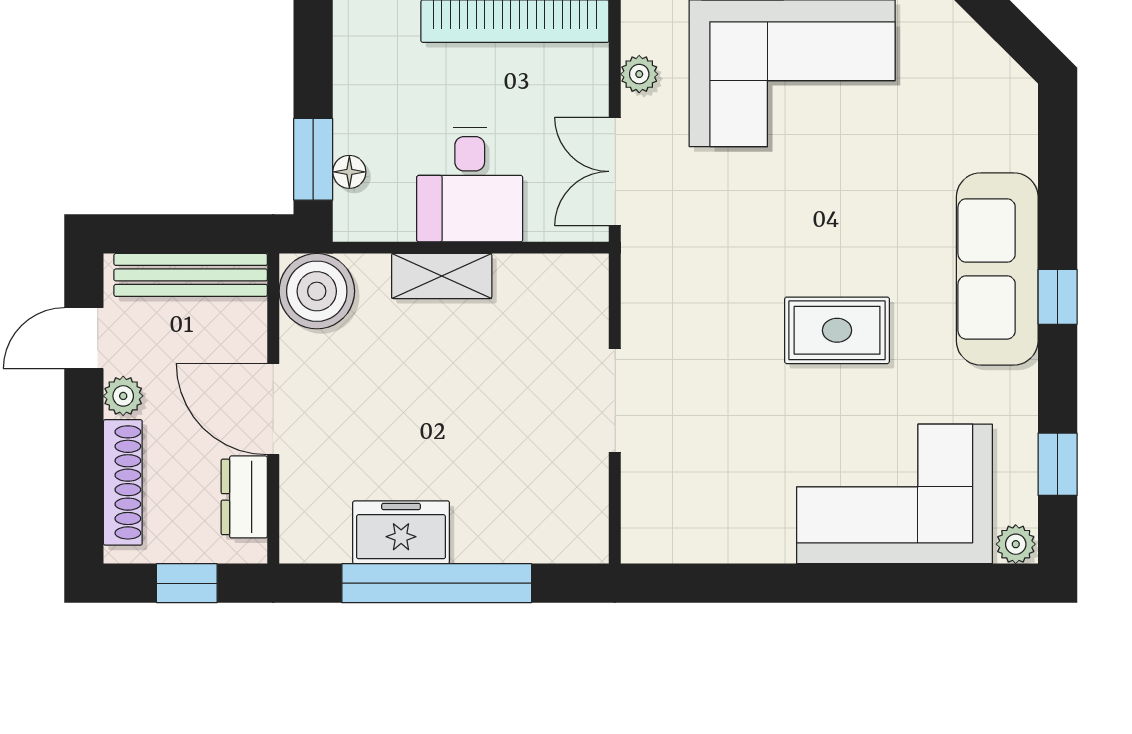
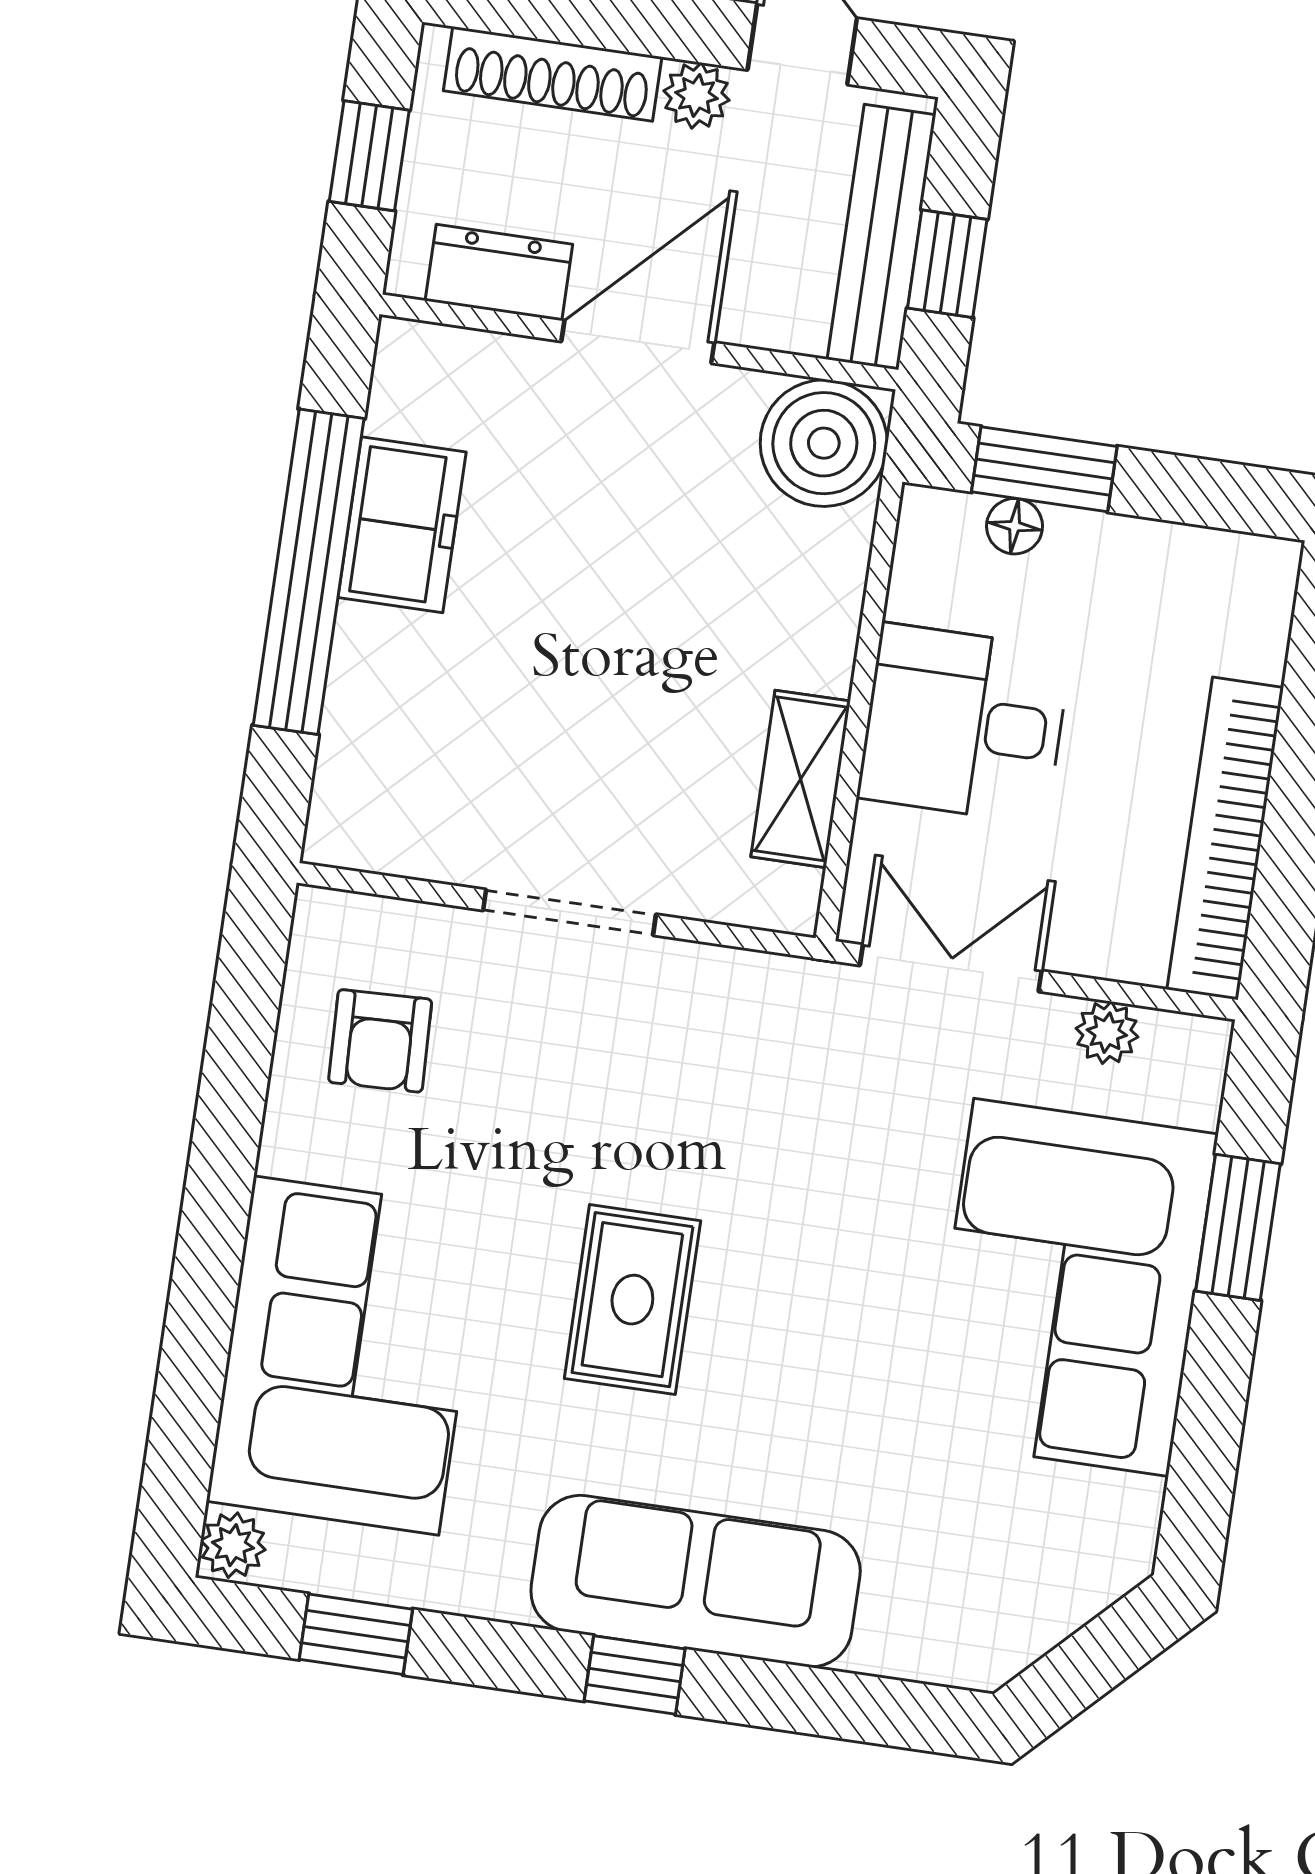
window: (201, 234) -> (947, 264), added
shelving: (442, 276) -> (801, 779), moved
armchair: (706, 501) -> (380, 1041), added

